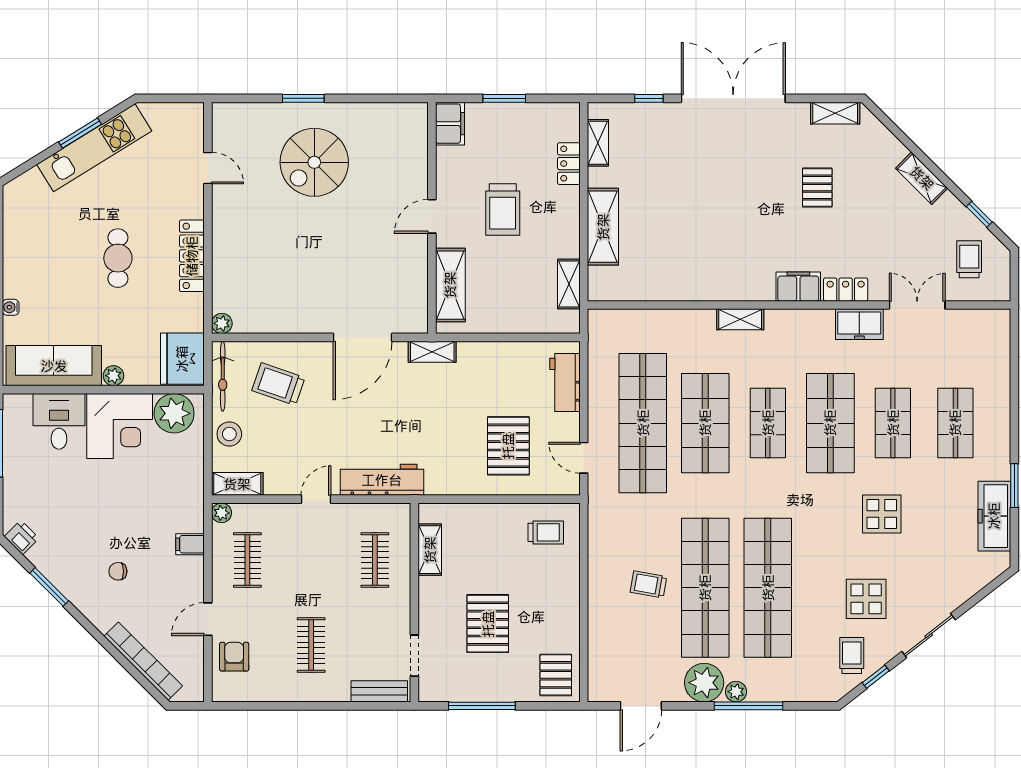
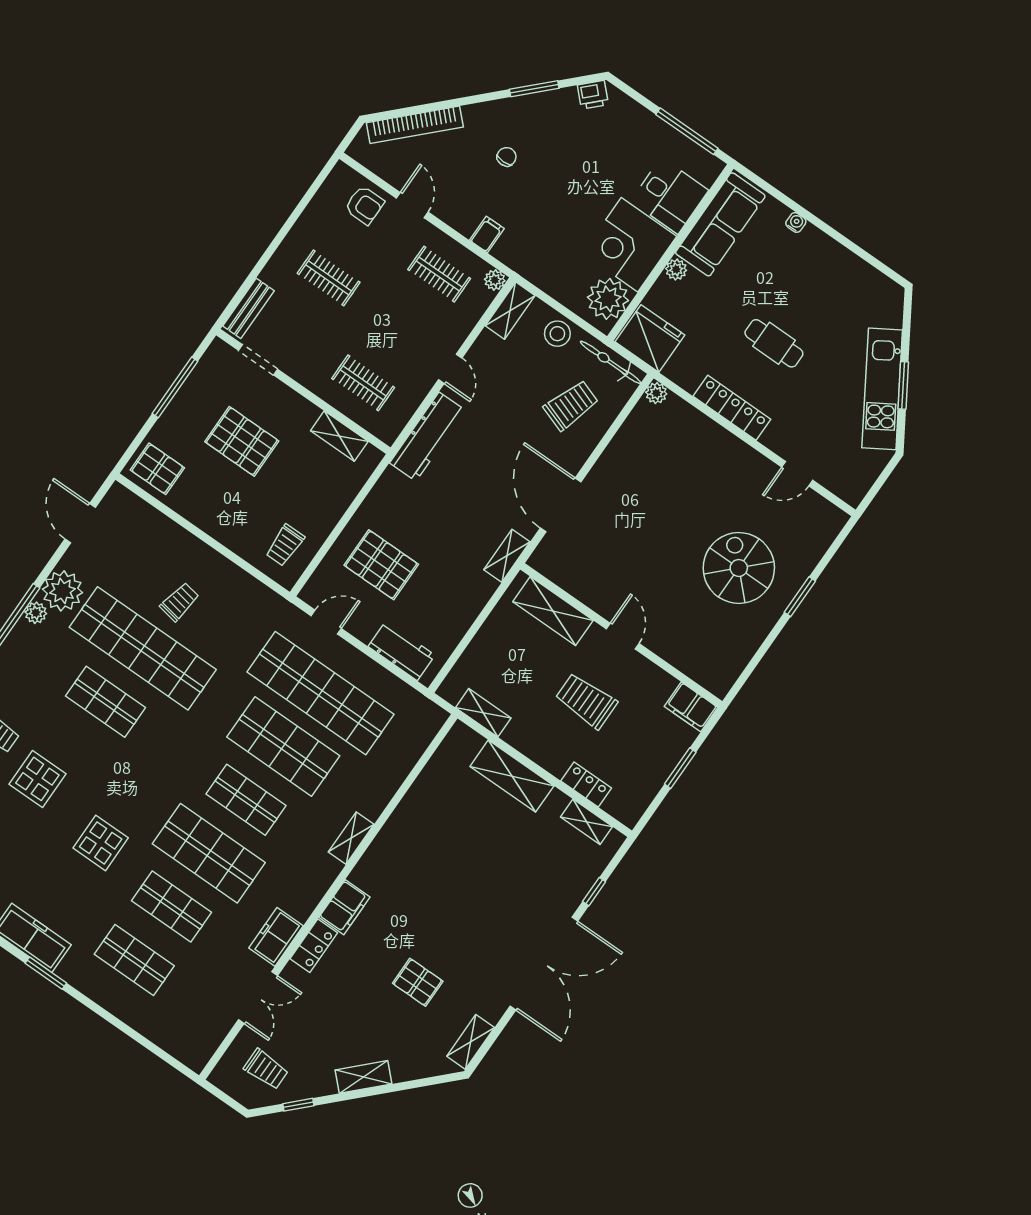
shop shelf: (768, 588) -> (106, 702), width x0.50, depth x0.74

